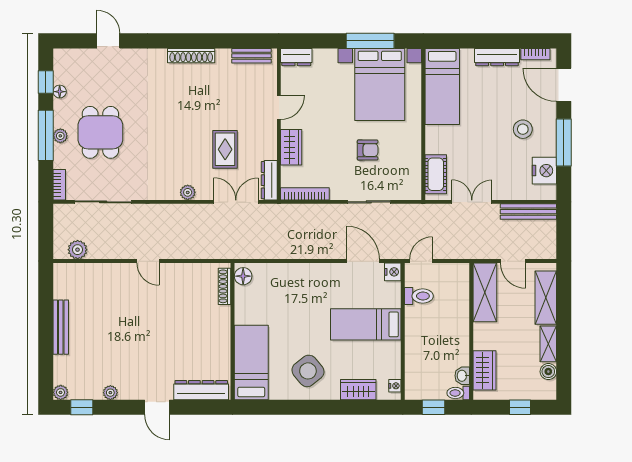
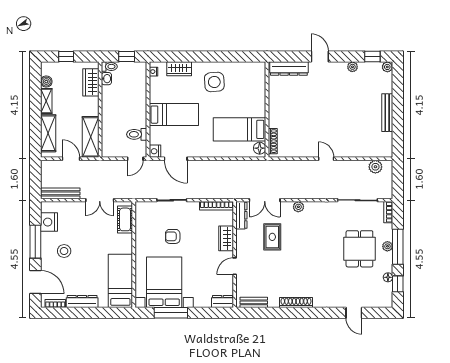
bed: (251, 363) -> (240, 129), moved, turned 90
side table: (308, 371) -> (214, 82), turned 35

